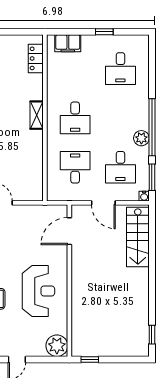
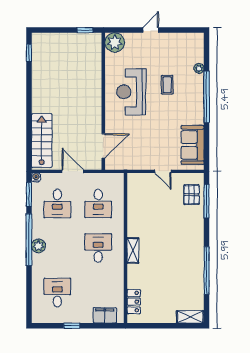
plant: (141, 138) -> (38, 246), moved
desk: (120, 167) -> (57, 203), turned 180

